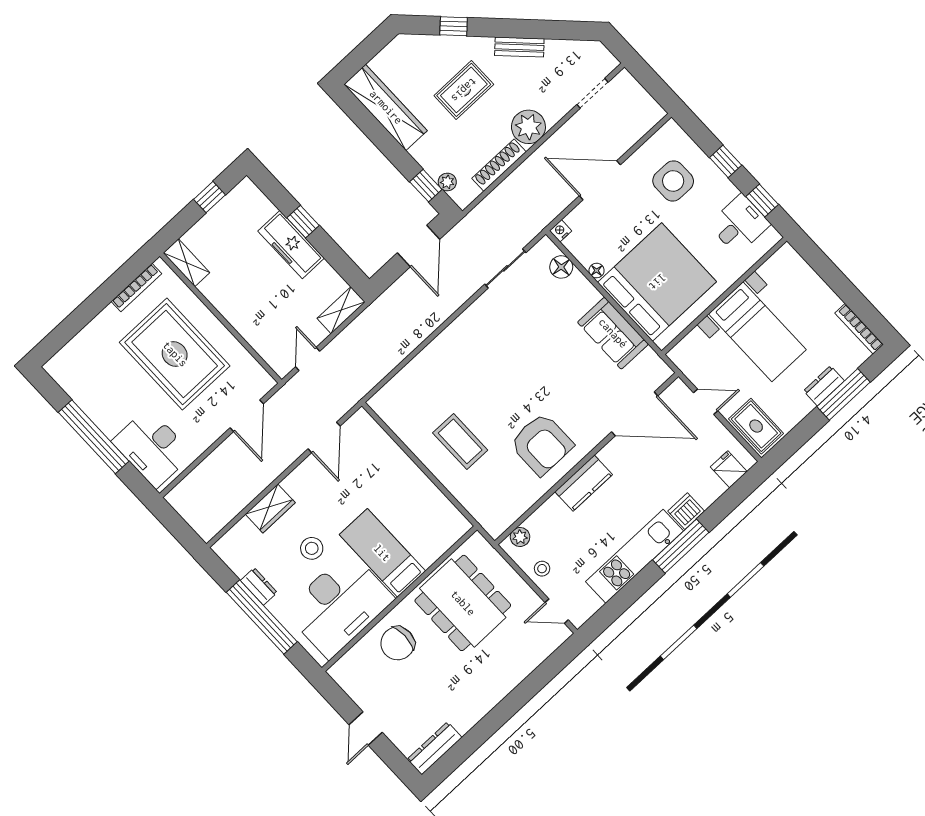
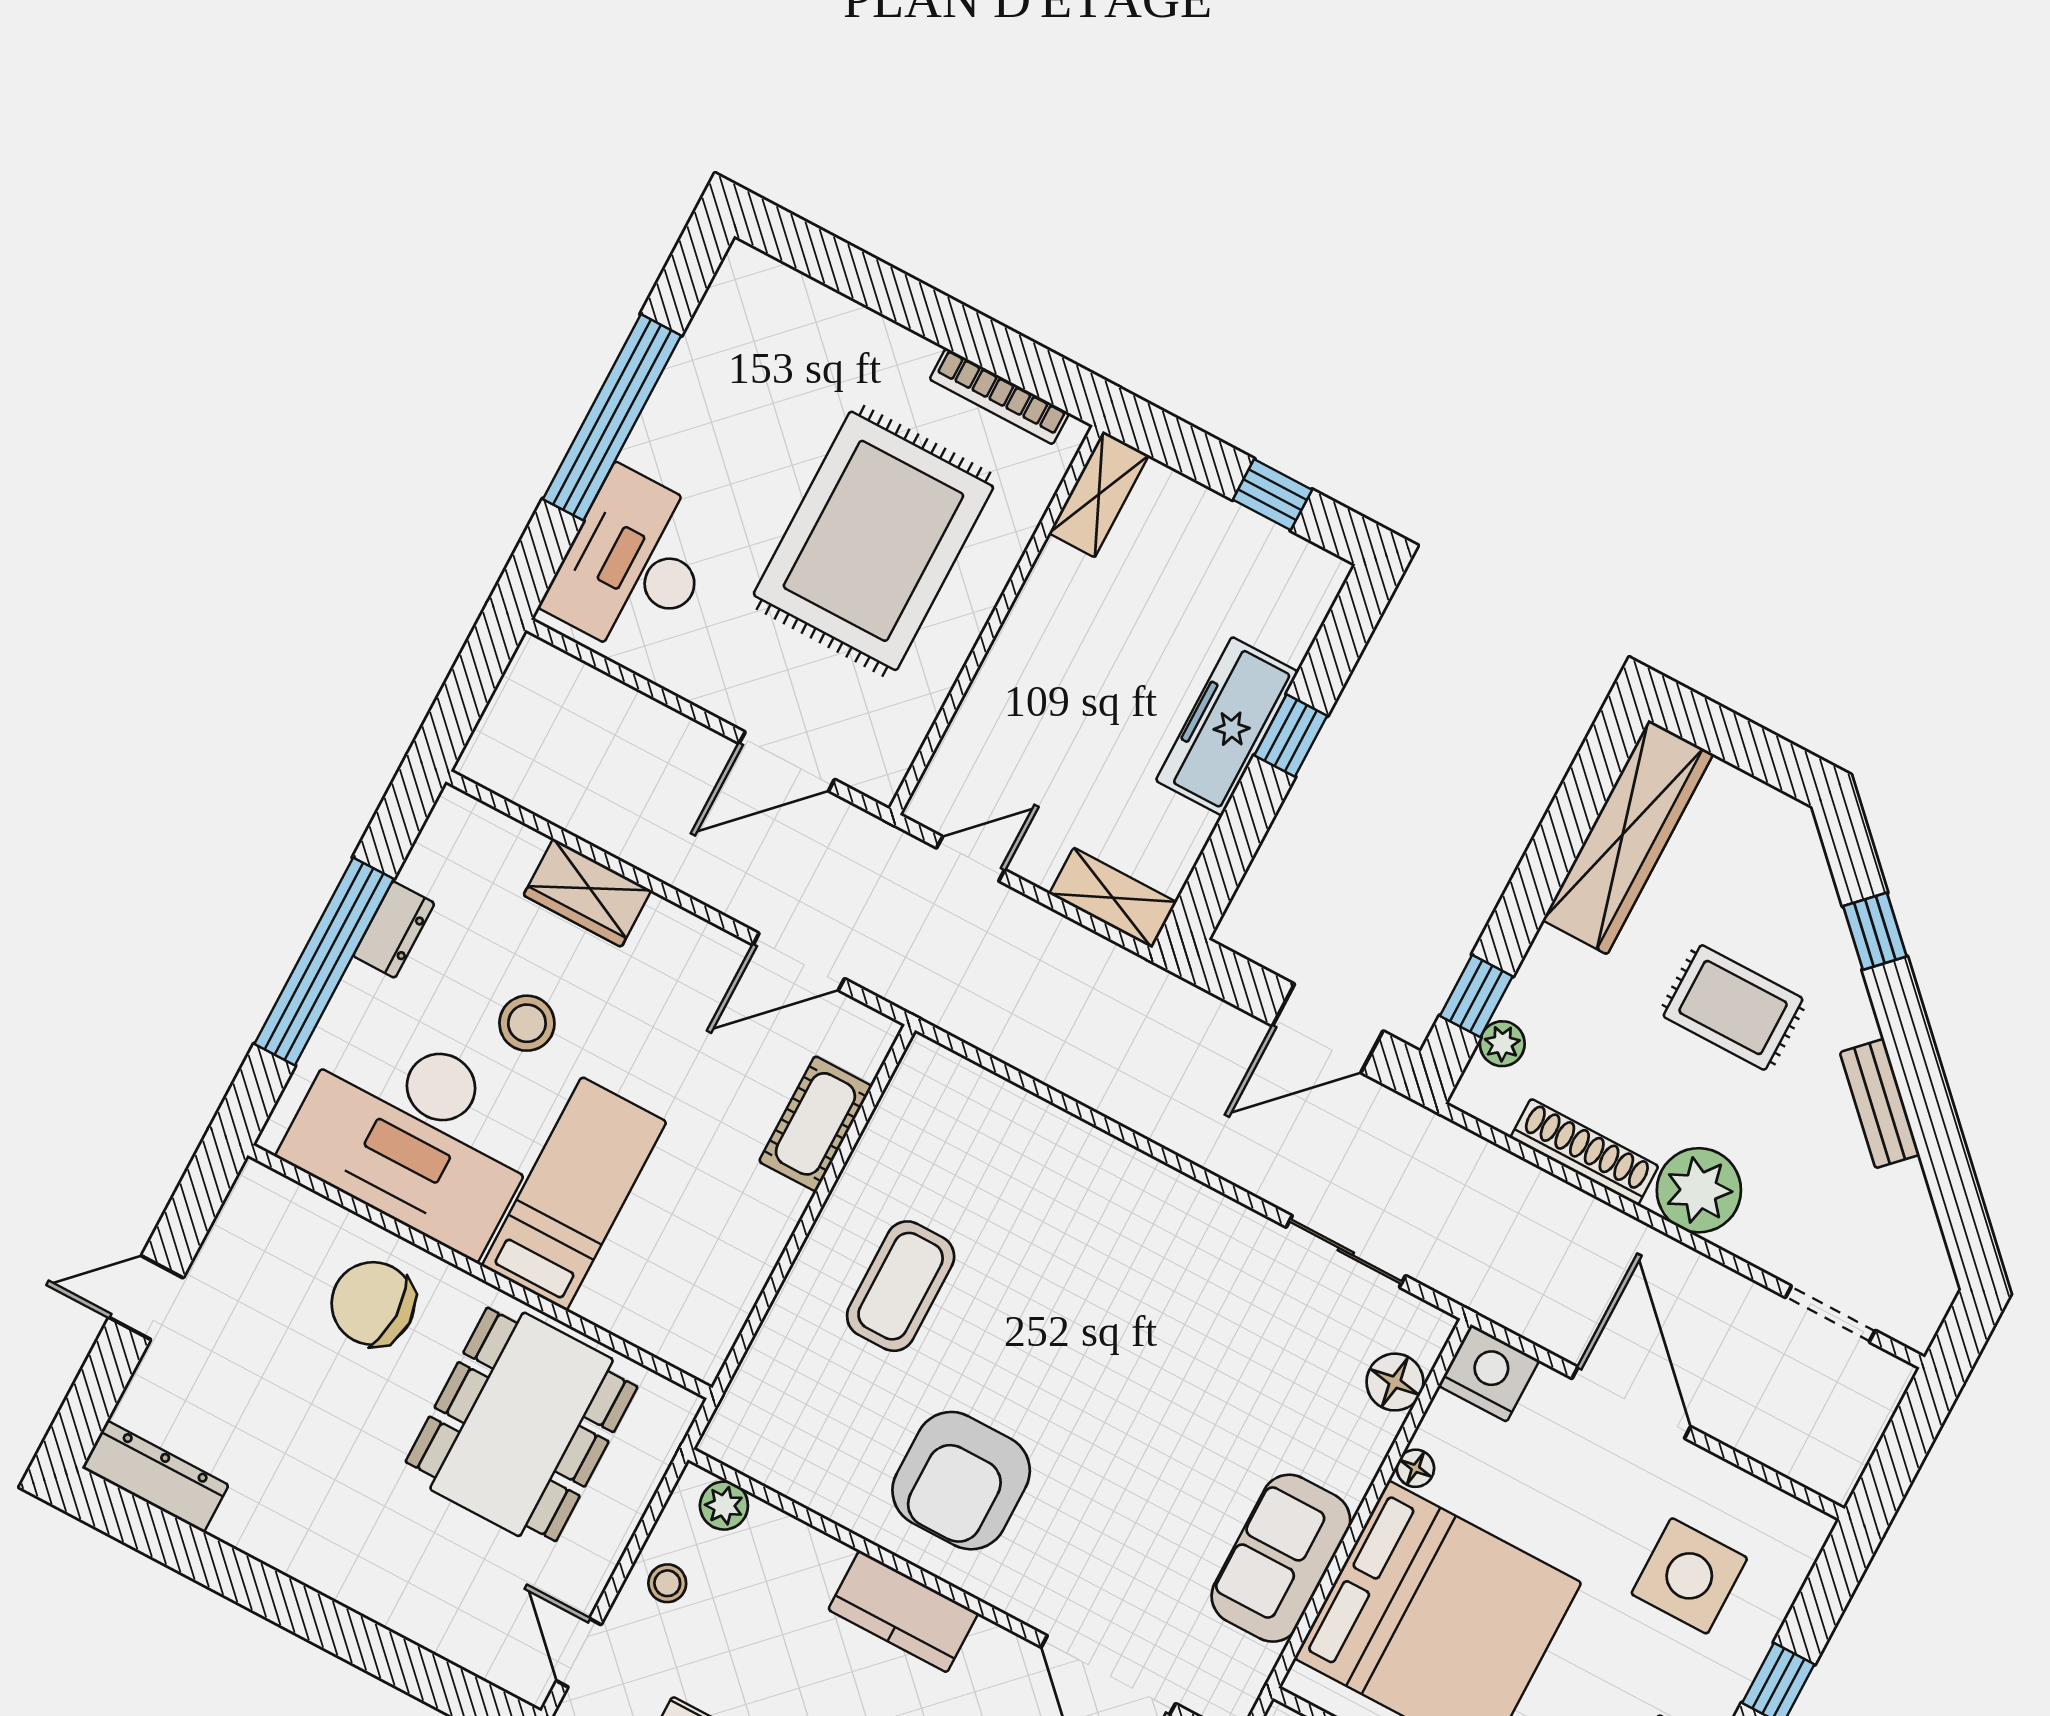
nightstand: (561, 231) -> (1489, 1373), width x1.89, depth x1.79
cot: (388, 452) -> (815, 1124), added

